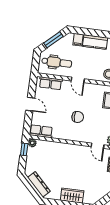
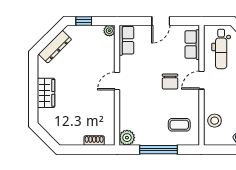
chair: (78, 117) -> (170, 82), moved
door: (98, 146) -> (117, 81), moved
window: (24, 149) -> (84, 21), moved

